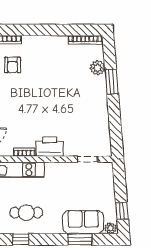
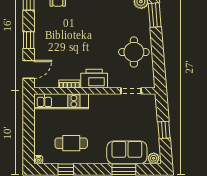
round table: (90, 119) -> (134, 52), added
window: (122, 211) -> (164, 130), moved

